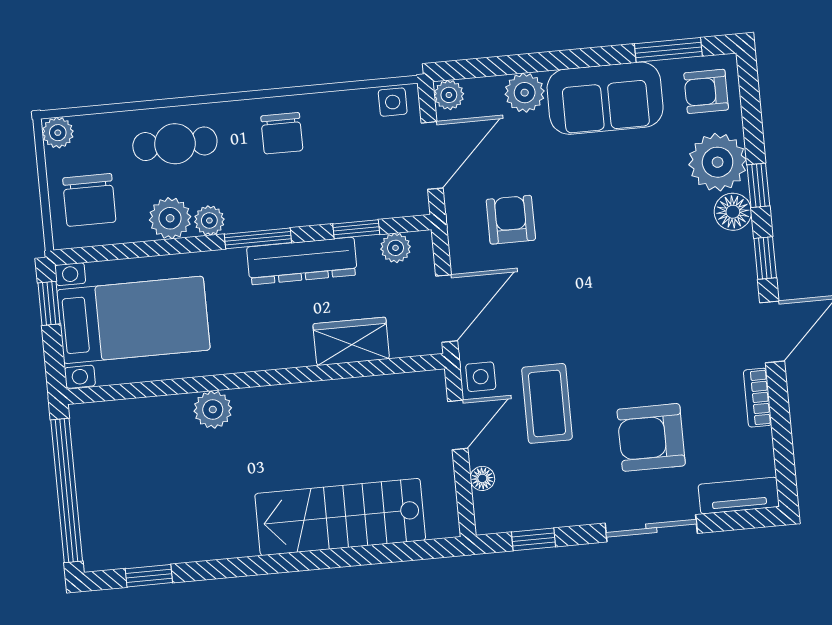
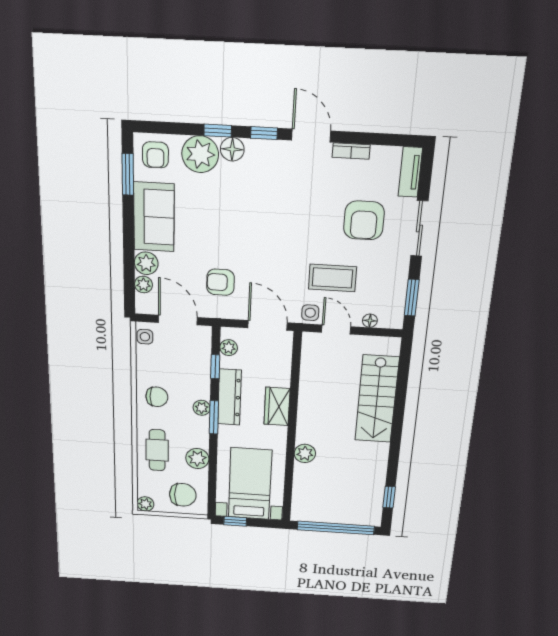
plant: (449, 95) -> (143, 285), moved
plant: (209, 220) -> (202, 408), moved
wardrobe: (351, 341) -> (277, 406), moved
window: (534, 539) -> (412, 298), width x1.50

